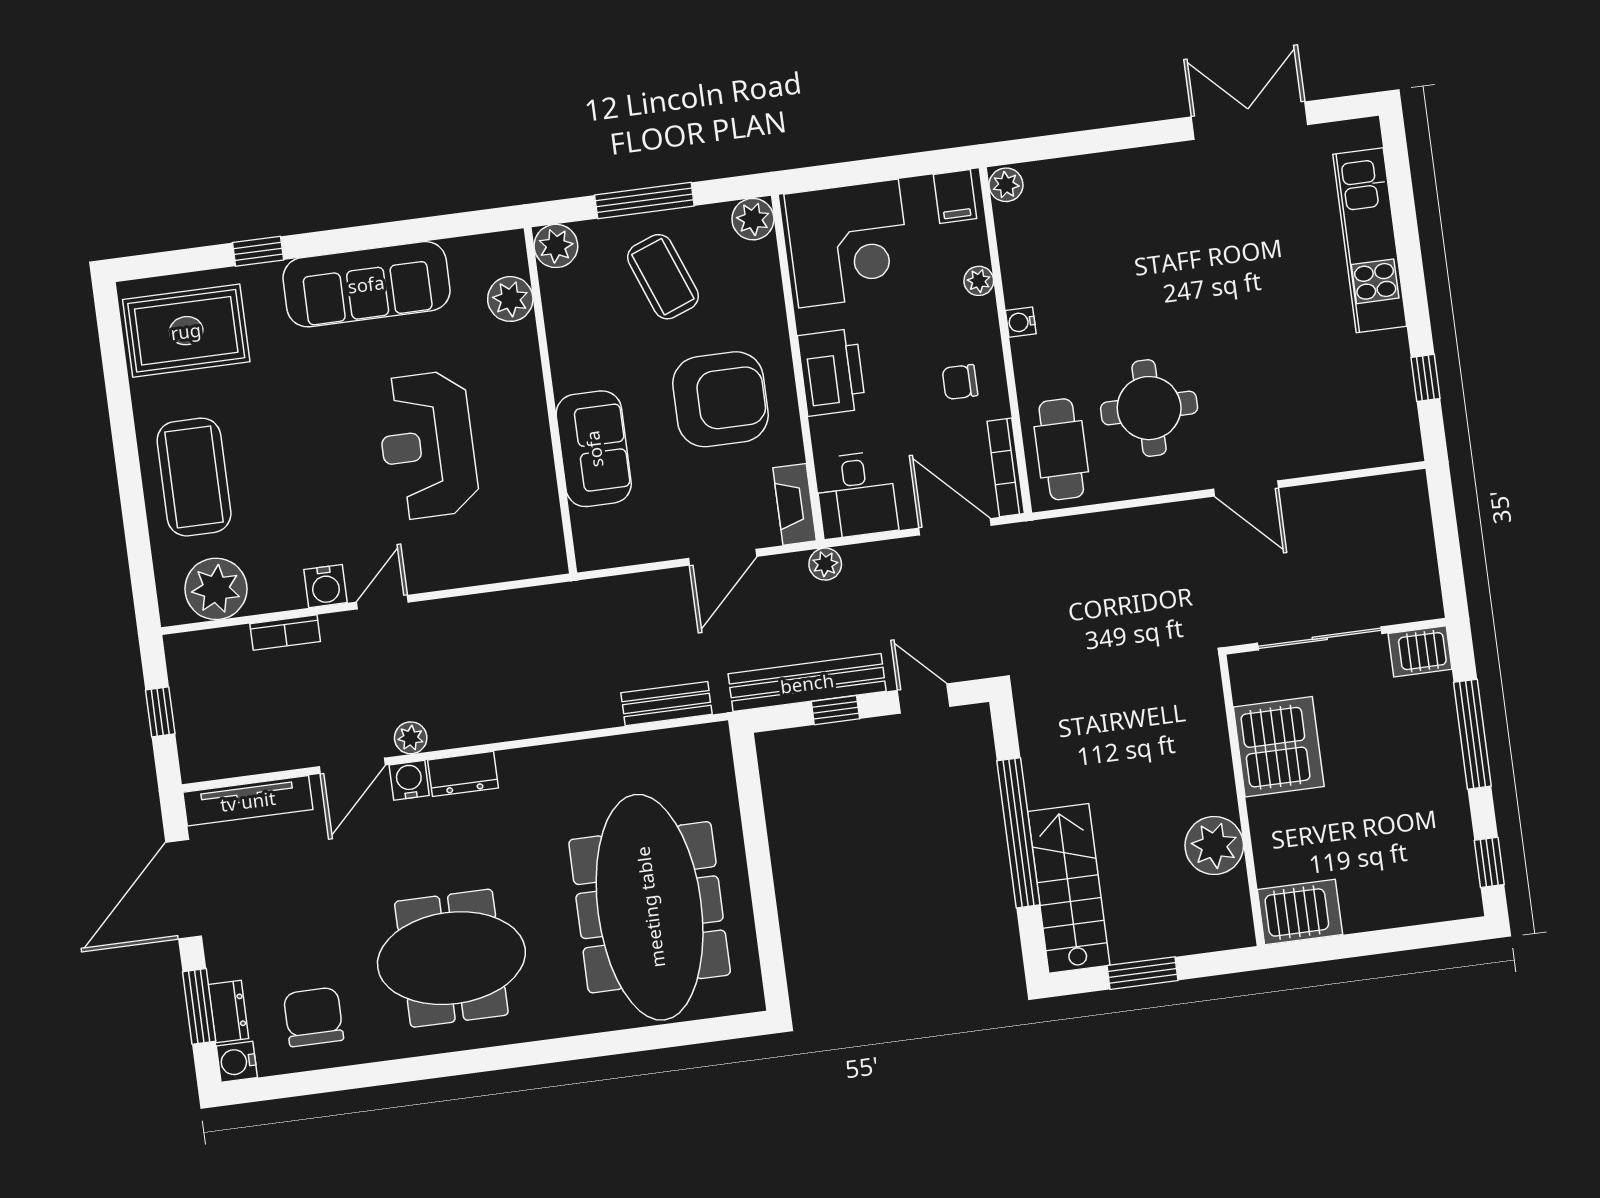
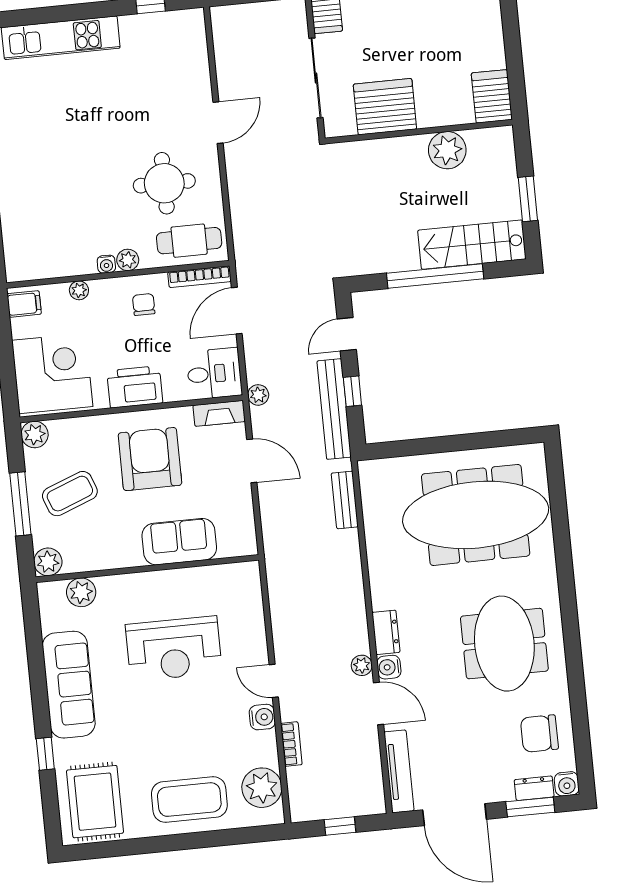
plant: (1006, 185) -> (128, 260), moved
chair: (960, 382) -> (144, 304), turned 180

